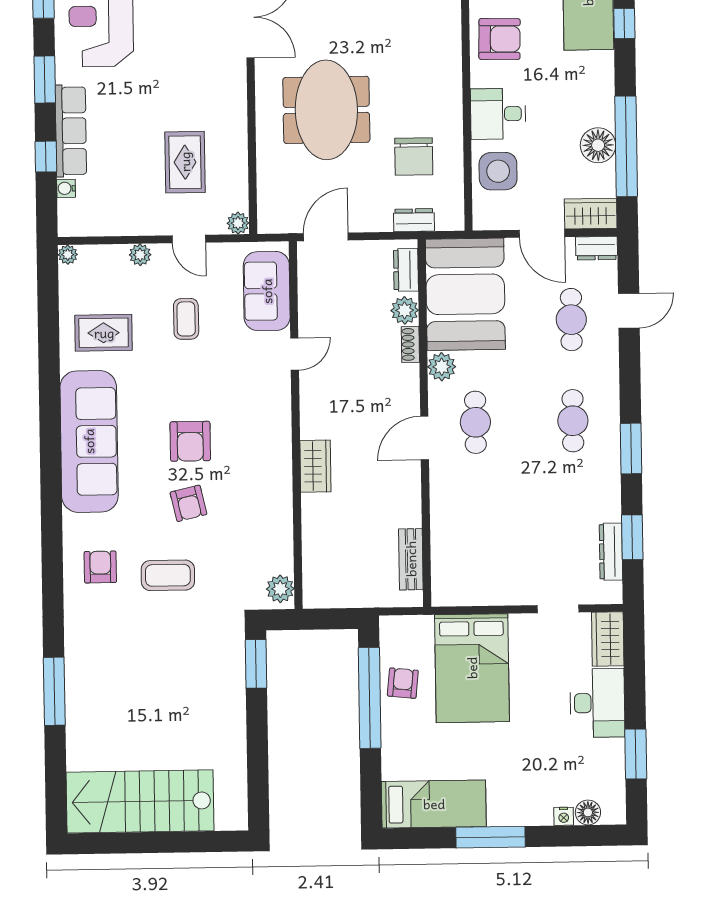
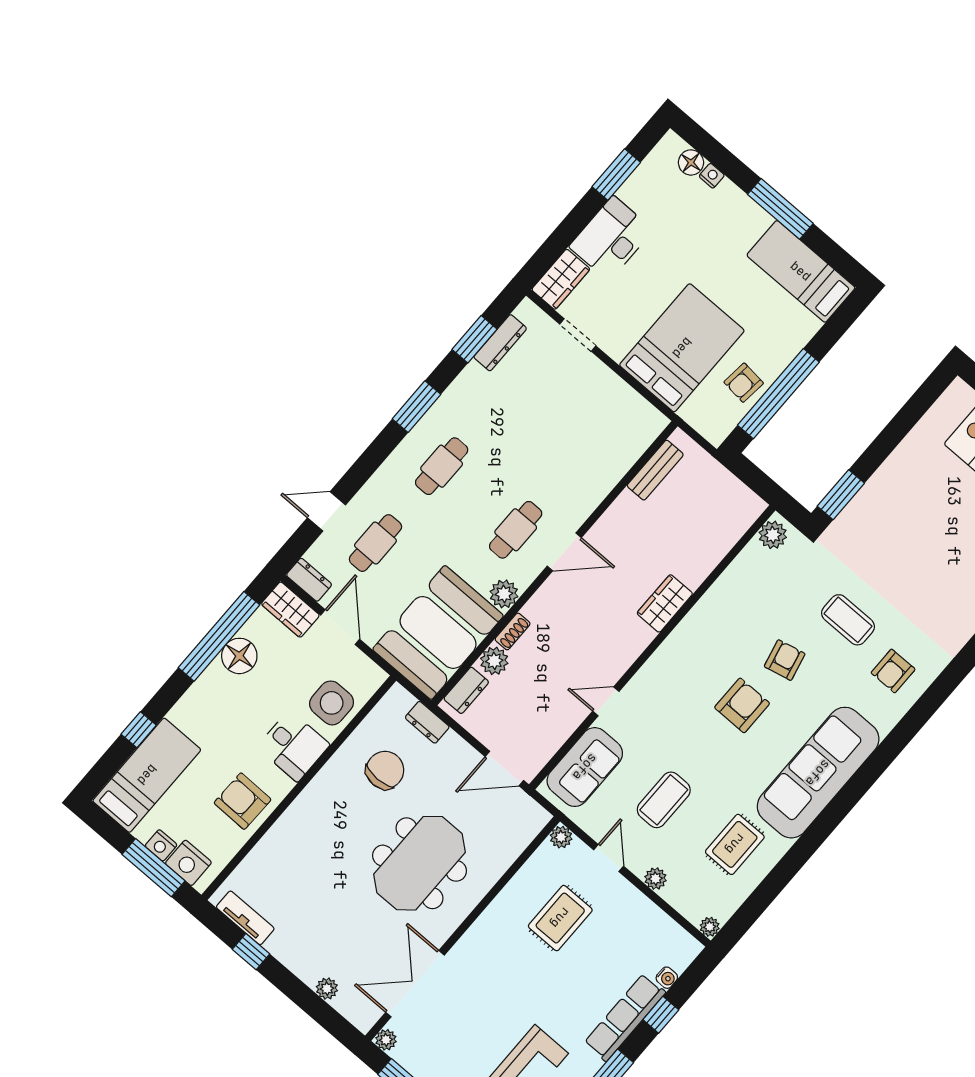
coffee table: (186, 319) -> (664, 800), width x1.36, depth x1.30
rug: (104, 333) -> (735, 844), turned 90

